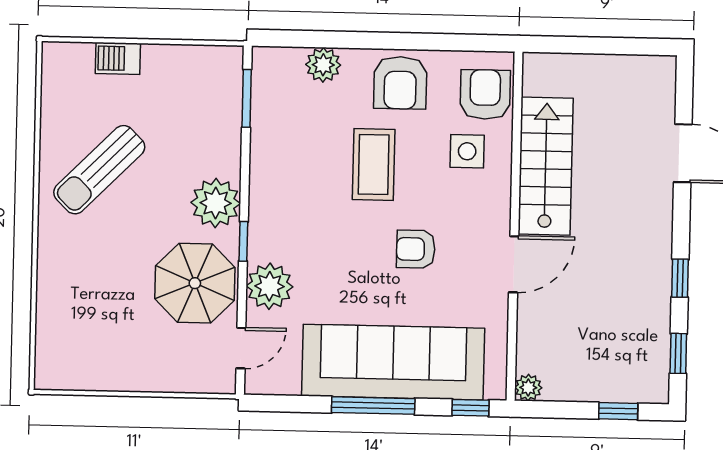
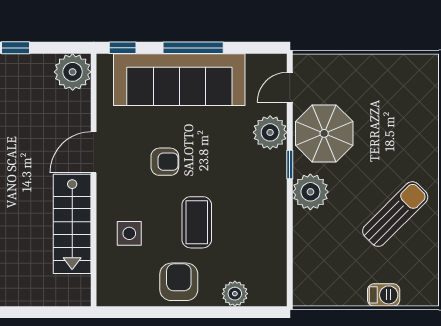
armchair: (485, 94) -> (117, 275), removed
window: (247, 98) -> (290, 268), removed
plant: (528, 388) -> (73, 72), width x1.87, depth x1.87

